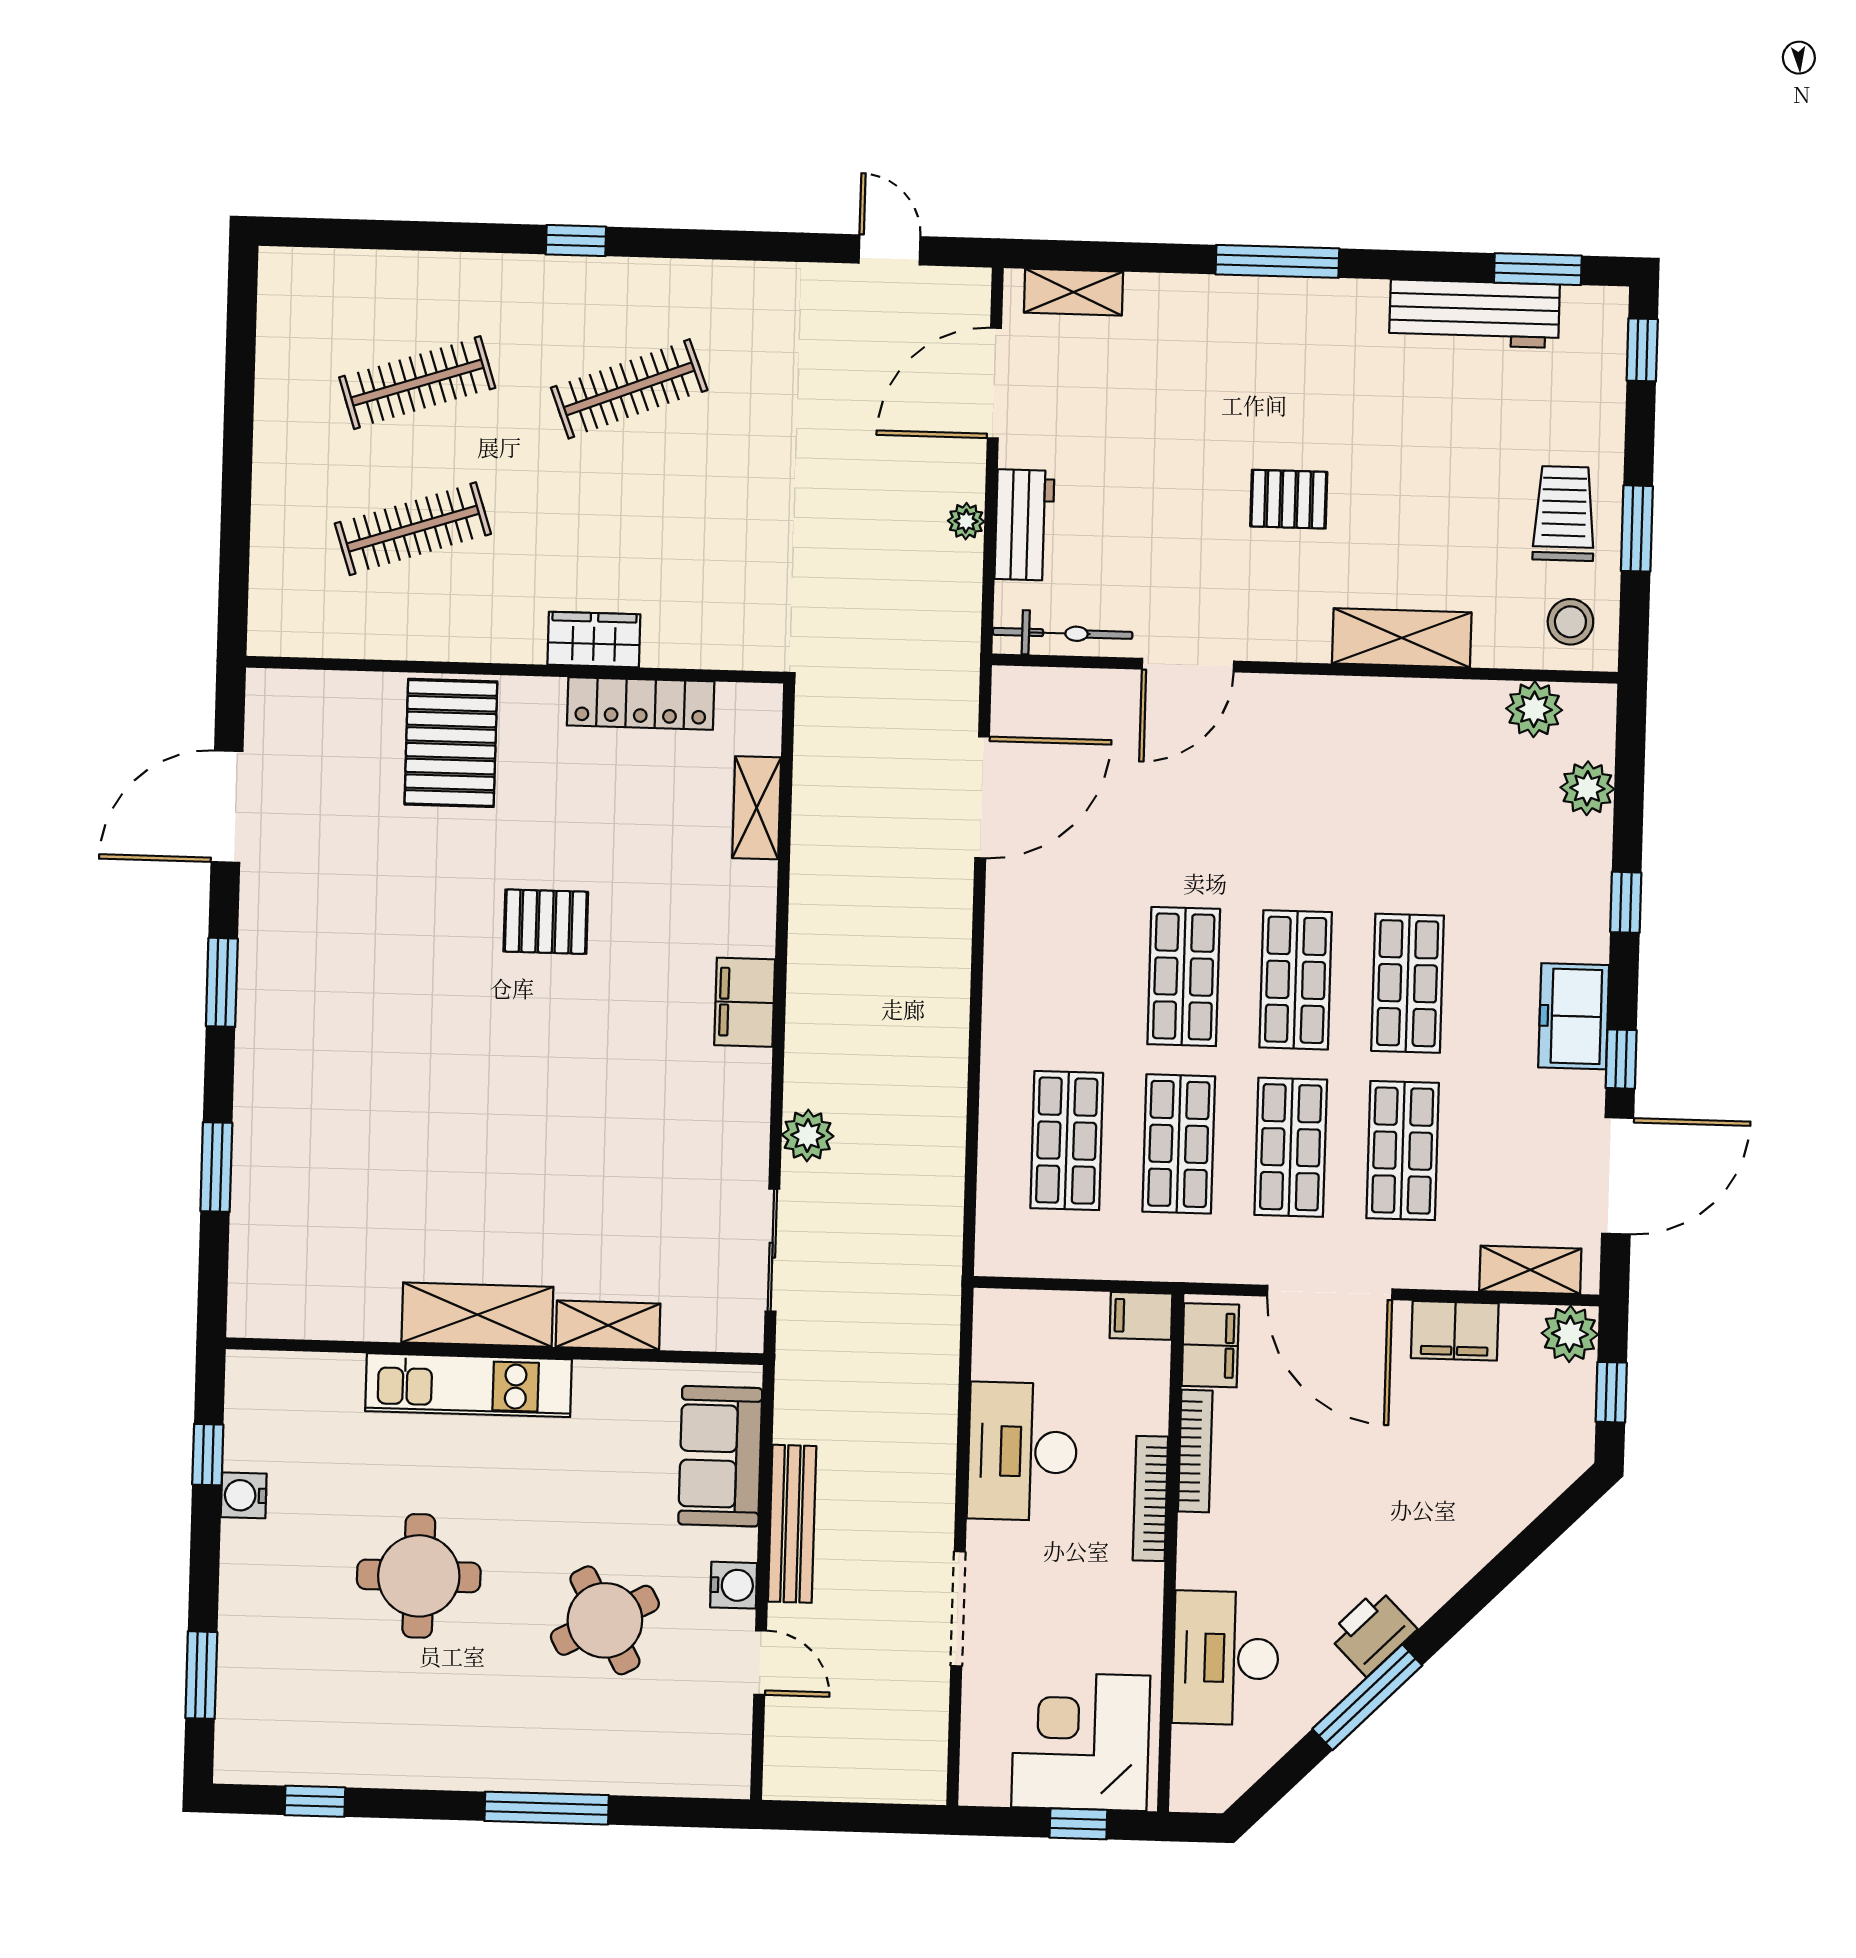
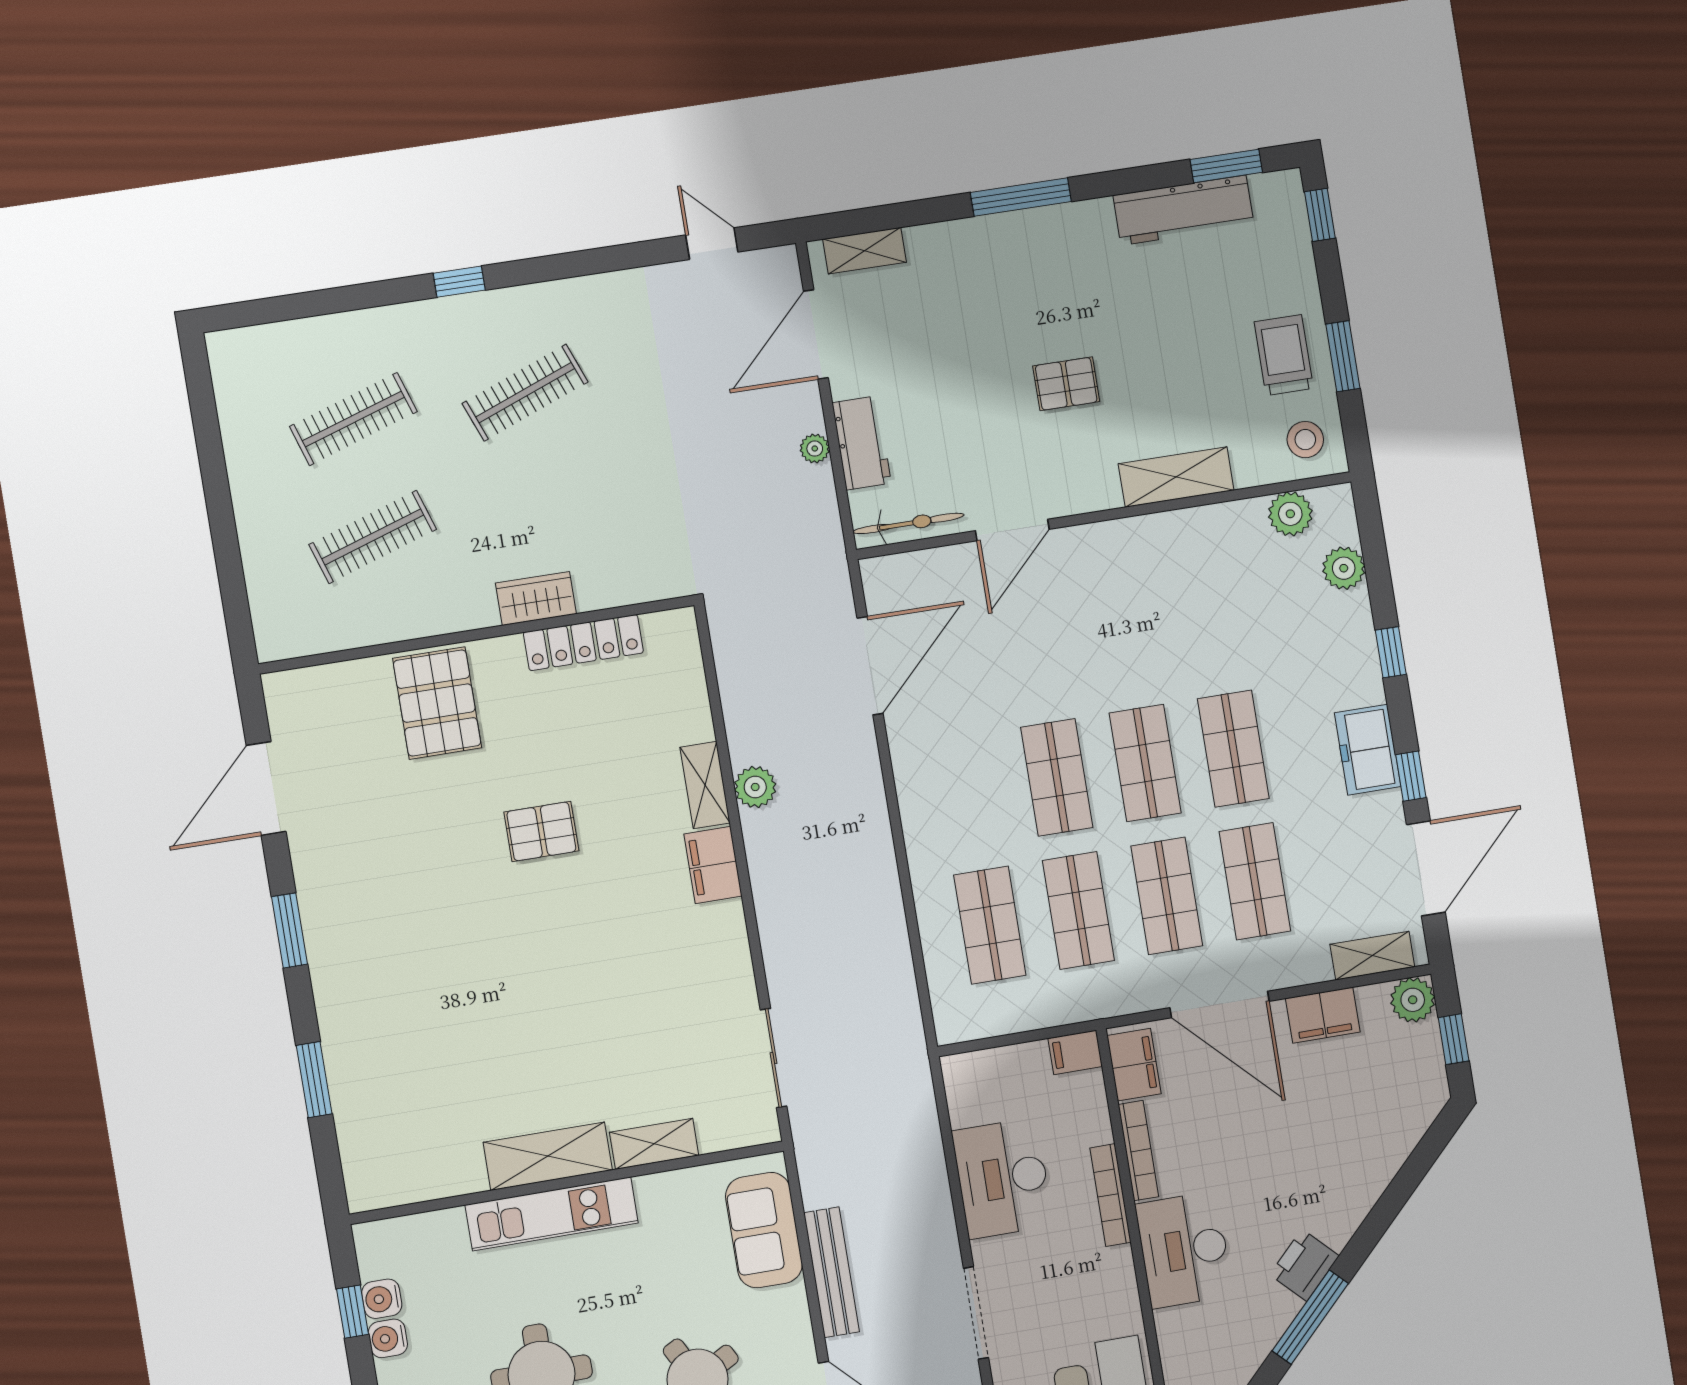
shelving: (757, 808) -> (705, 785), moved
plant: (808, 1135) -> (755, 787), moved
water cooler: (734, 1585) -> (382, 1299), moved, turned 180
desk: (1226, 1658) -> (1184, 1250), moved

